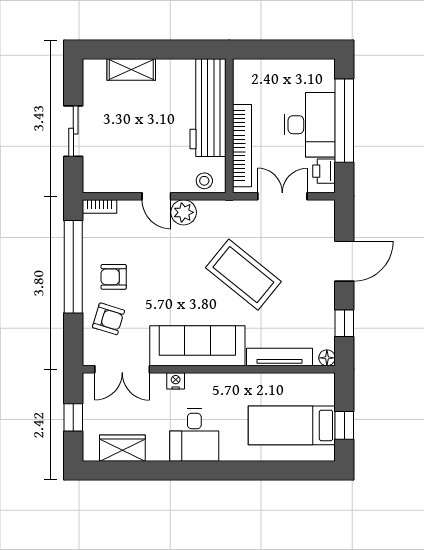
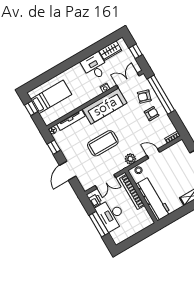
window: (344, 121) -> (99, 224), width x0.68
plant: (184, 212) -> (130, 159), moved
window: (73, 267) -> (161, 95), moved
coffee table: (243, 275) -> (103, 143), turned -39
desk: (194, 435) -> (95, 66), moved

